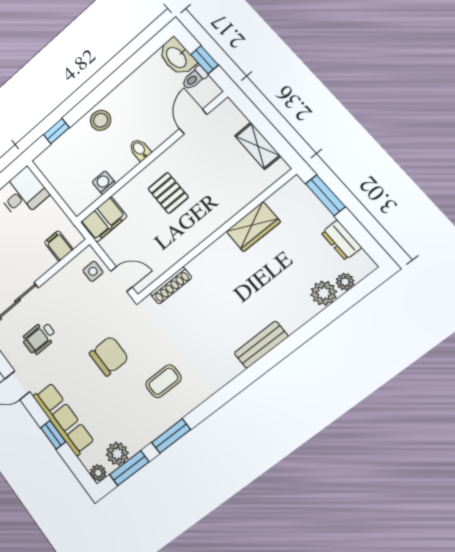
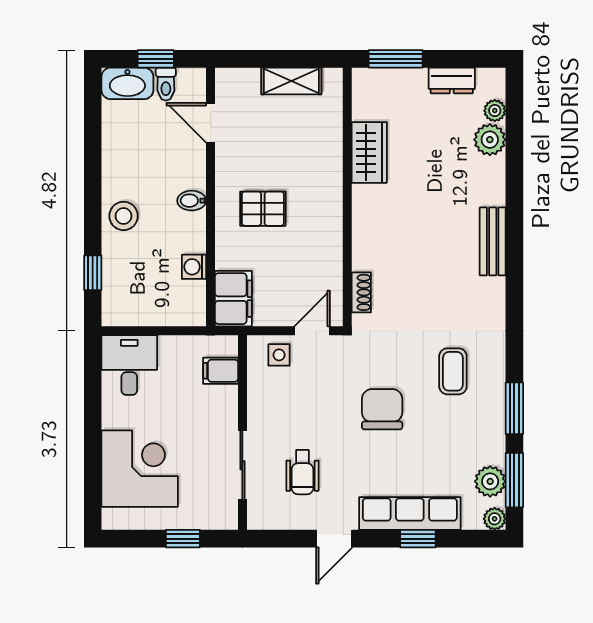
shoe rack: (171, 286) -> (361, 292), width x0.70

